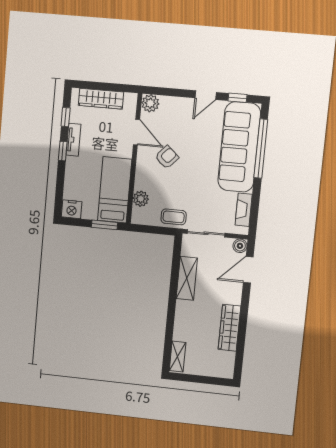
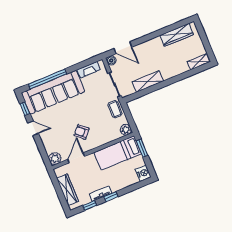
plant: (141, 199) -> (126, 130), moved
wardrobe: (229, 328) -> (177, 35), moved

